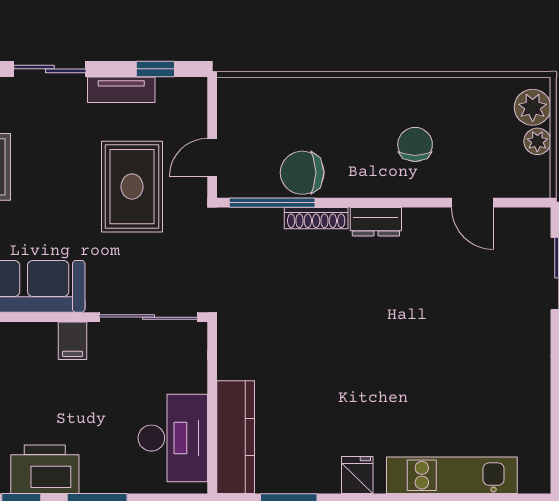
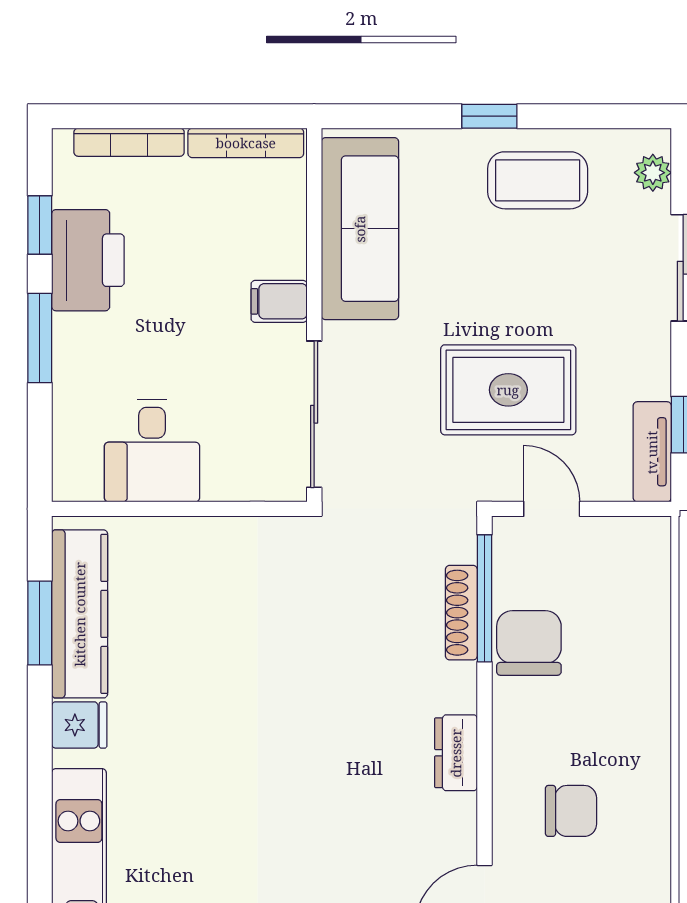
tv unit: (121, 90) -> (652, 452), moved
shoe rack: (316, 218) -> (461, 613), moved
kitchen counter: (236, 437) -> (80, 614), moved, turned -90
desk: (173, 438) -> (152, 450), width x0.73

